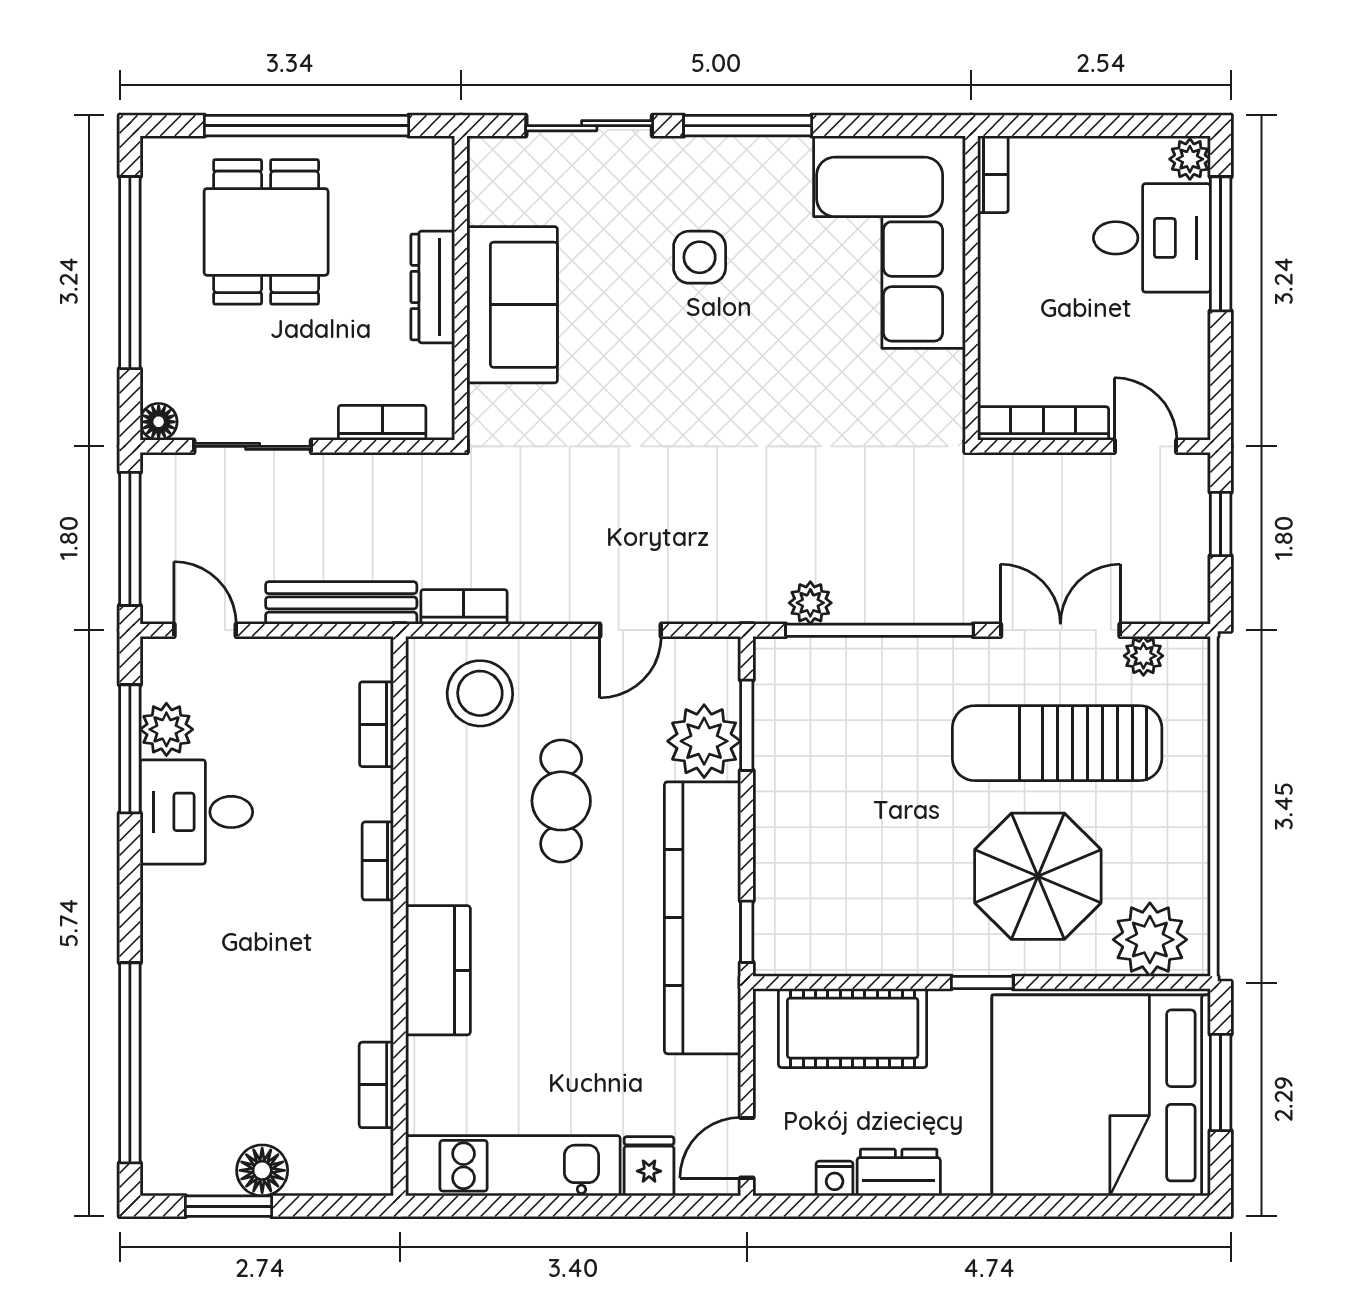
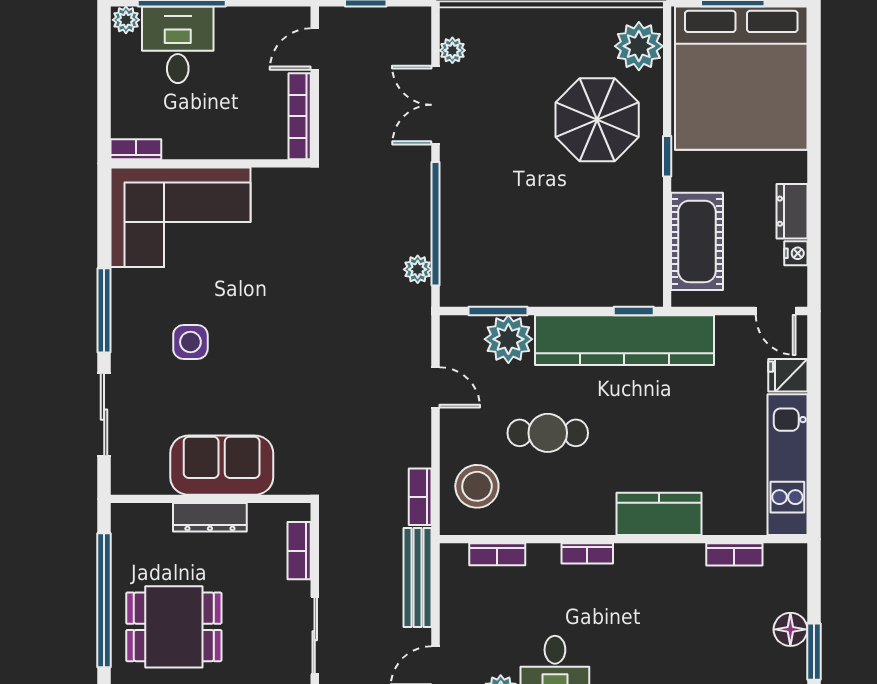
sun lounger: (1057, 743) -> (510, 107), removed

